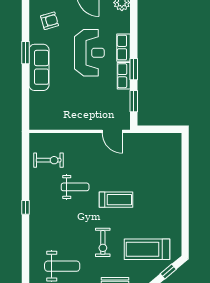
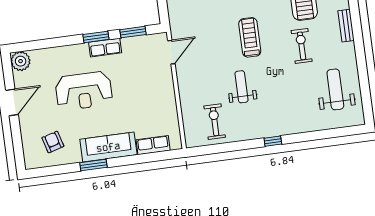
row of seats: (124, 48) -> (153, 145), moved, turned 180
reception desk: (89, 53) -> (84, 91), turned 180
exercise bike: (103, 242) -> (302, 46), turned -90

